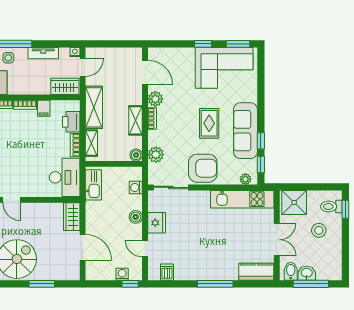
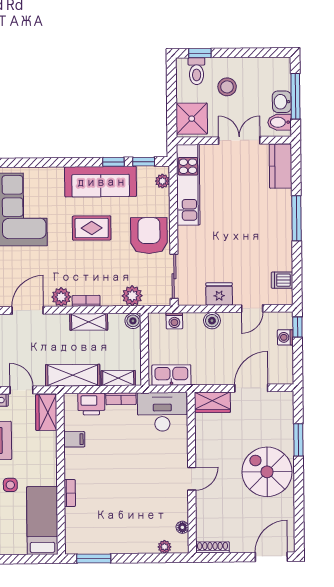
bookcase: (25, 105) -> (70, 463), removed

